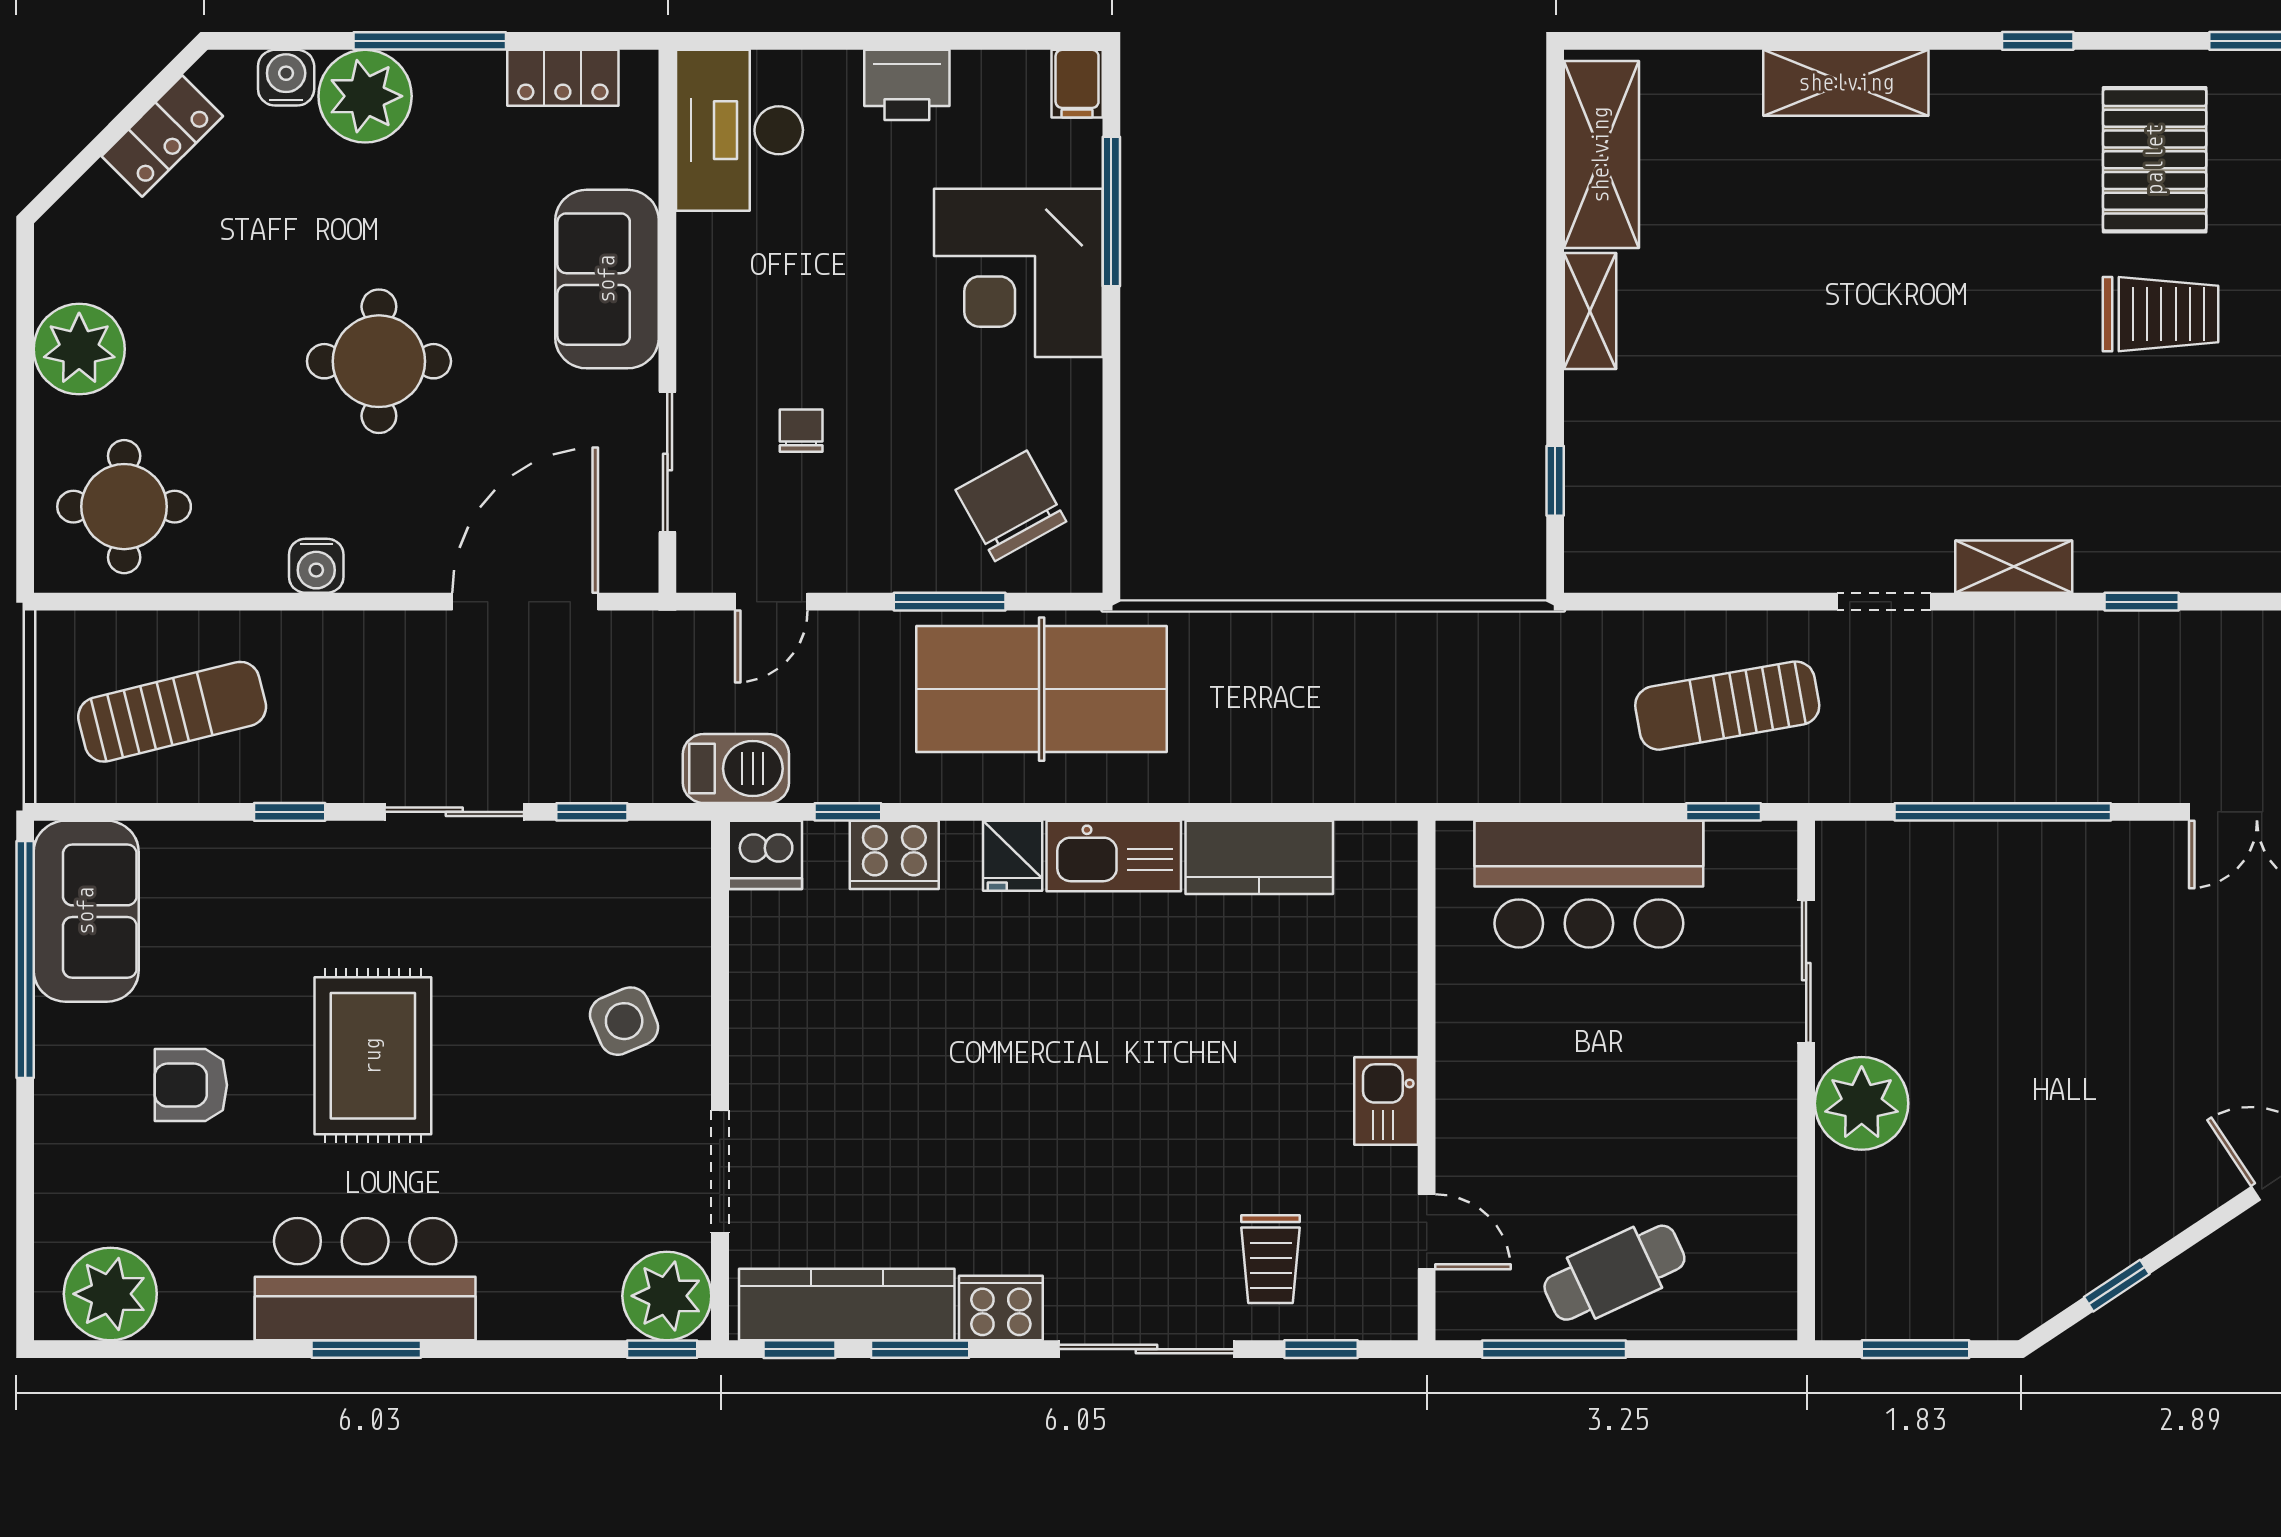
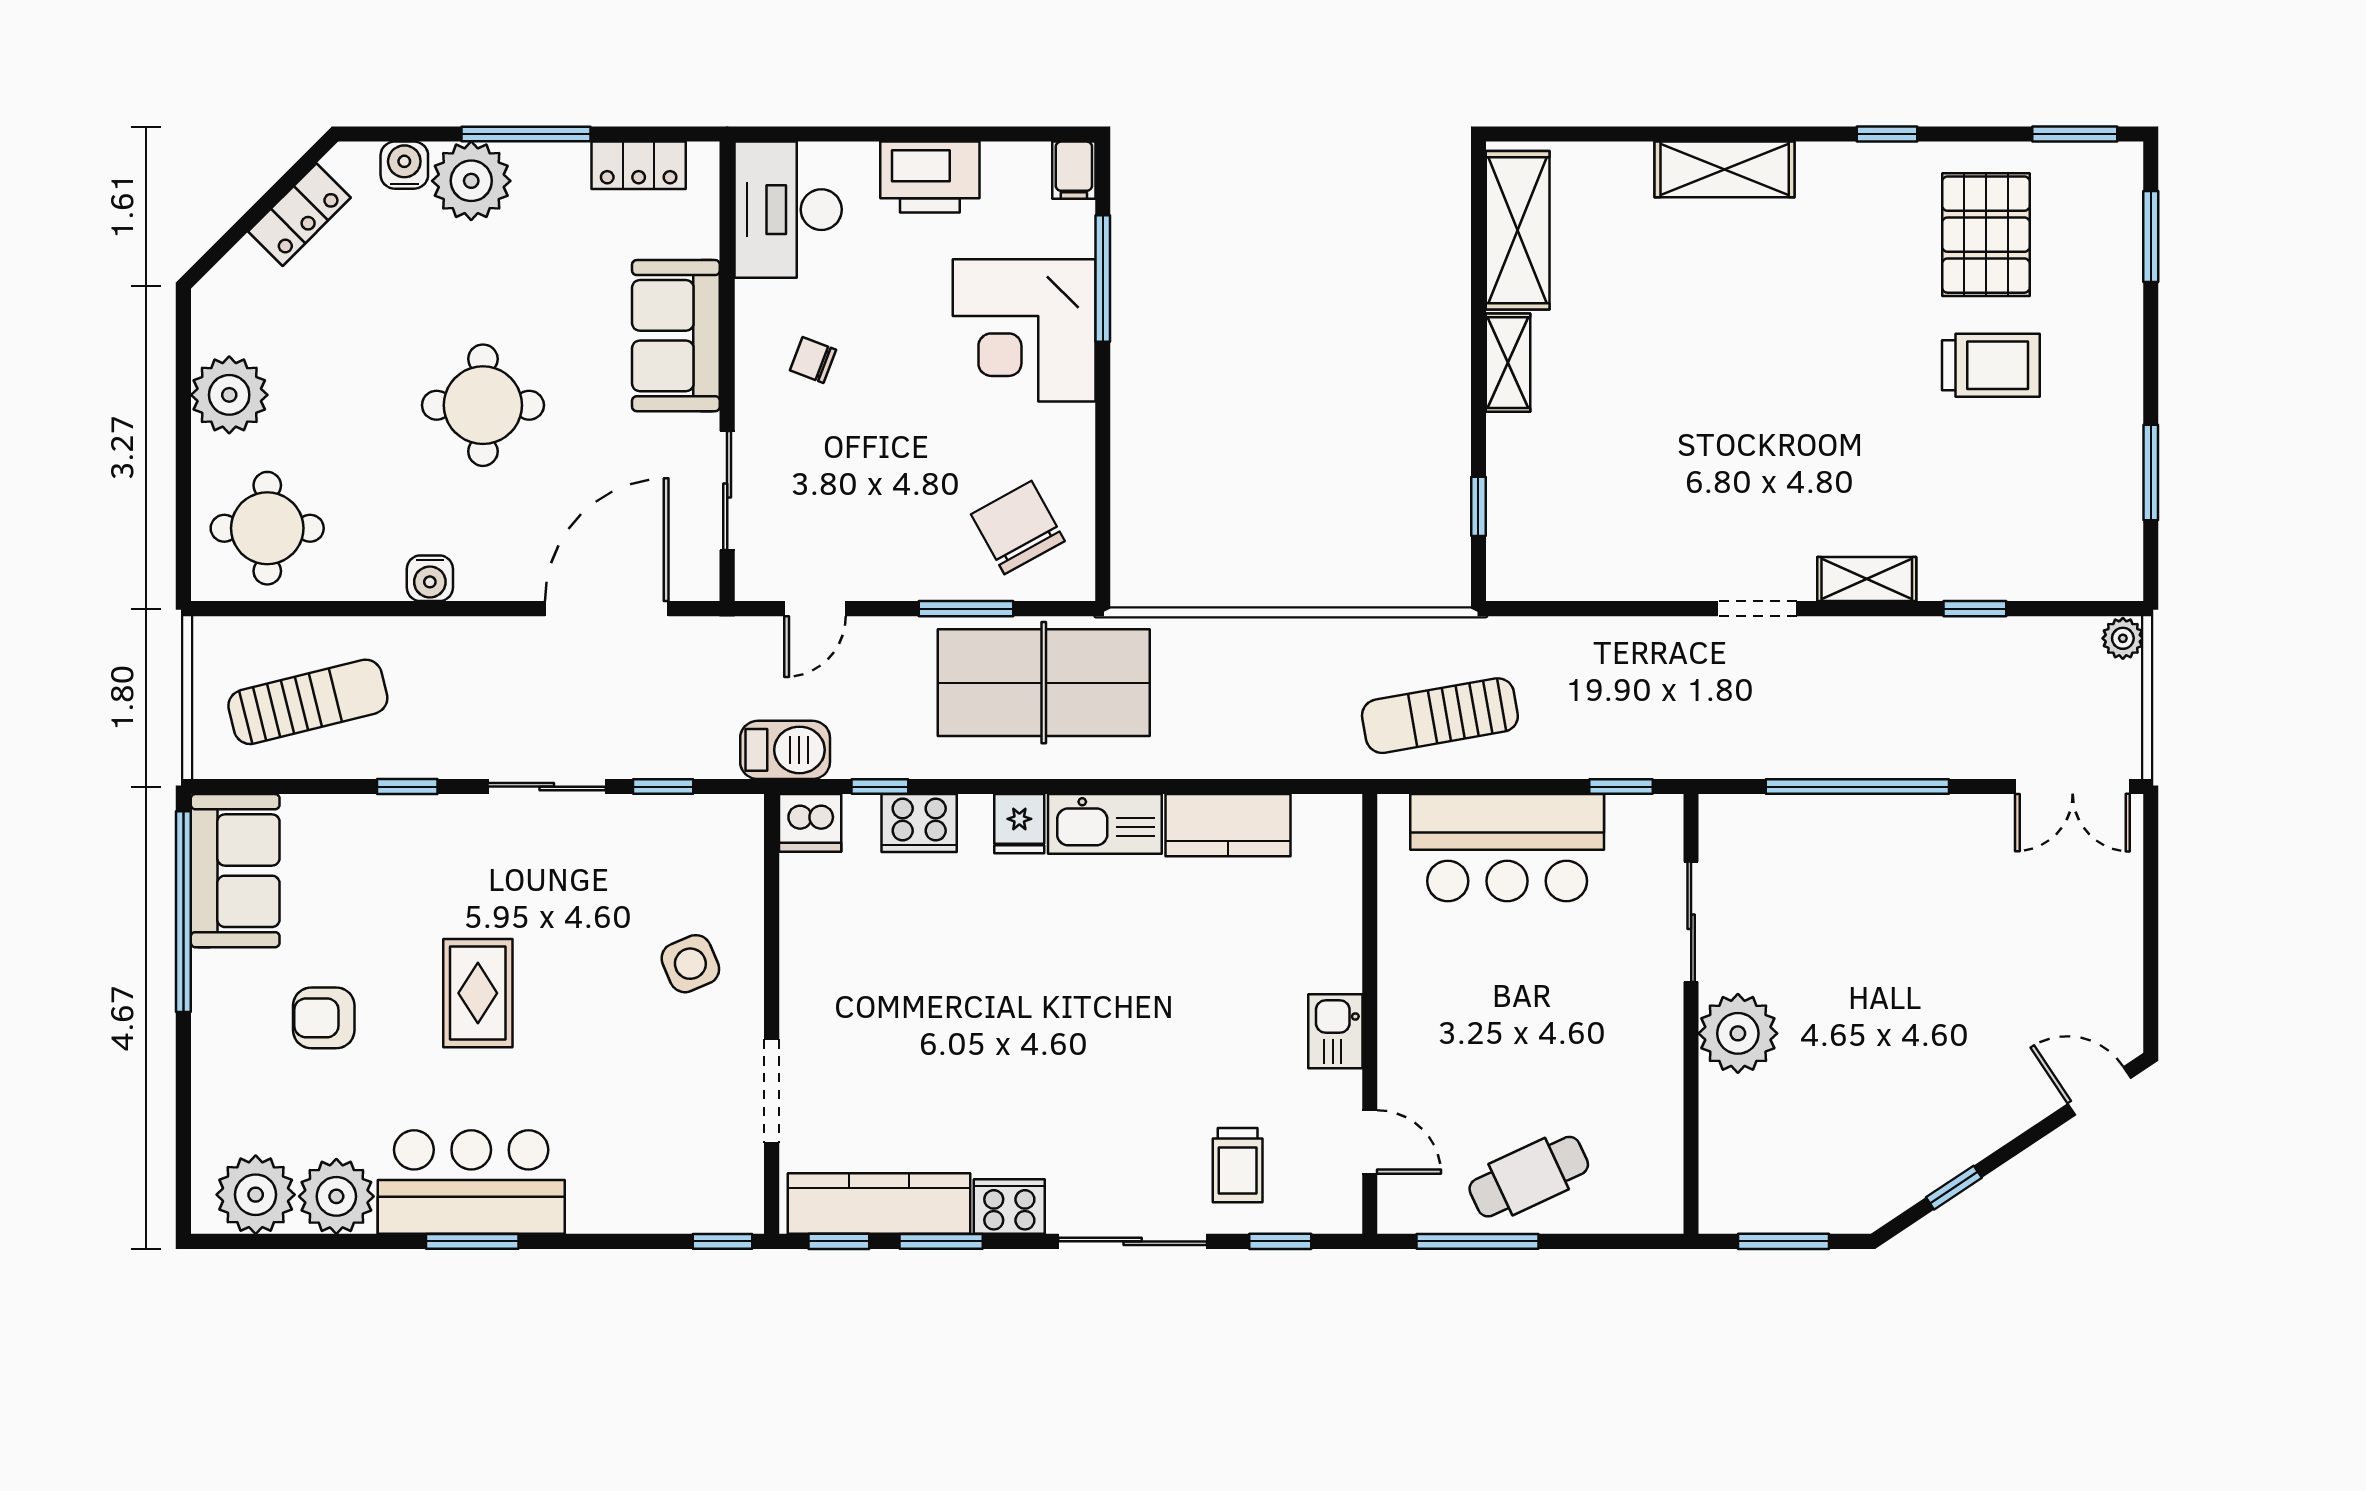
printer: (907, 85) -> (930, 177), width x1.37, depth x1.19
chair: (801, 431) -> (813, 360), moved, turned -69
sun lounger: (1727, 706) -> (1440, 716), moved
rug: (373, 1056) -> (478, 993), width x0.73, depth x0.70
plant: (667, 1296) -> (336, 1196), moved

